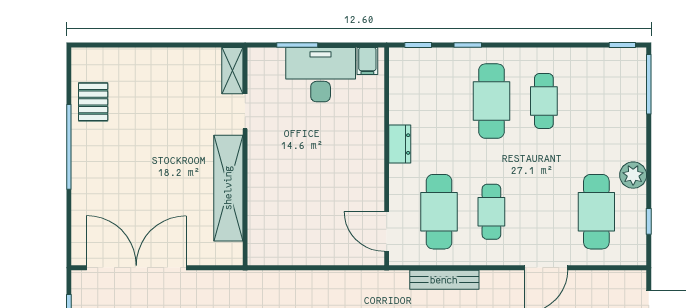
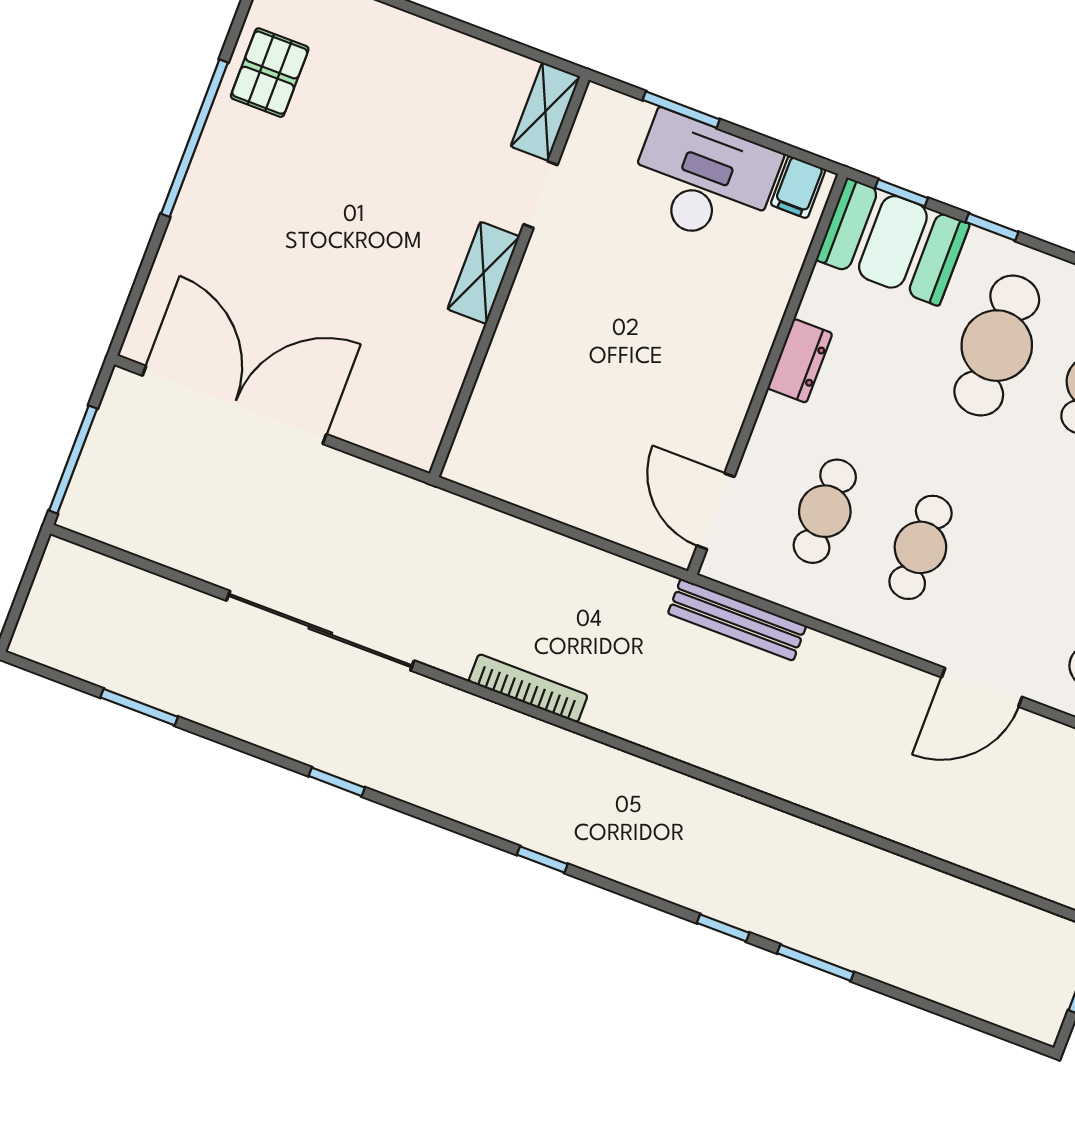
booth: (423, 70) -> (893, 242), added
shelving: (228, 188) -> (484, 273), width x0.45, depth x0.75
cafe table: (439, 212) -> (825, 511), width x0.73, depth x0.74
bench: (444, 280) -> (737, 620), moved

